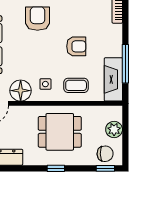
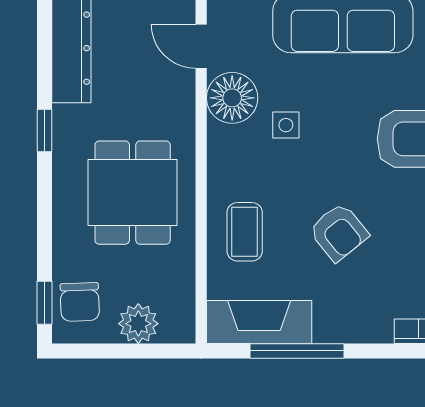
armchair: (76, 46) -> (339, 232), turned -39
side table: (45, 84) -> (286, 125), moved
window: (56, 168) -> (44, 131), moved

